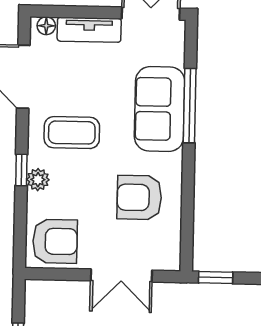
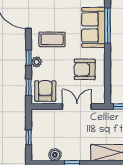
window: (20, 233) -> (29, 87), added
armchair: (55, 241) -> (45, 91), turned -90
double door: (121, 275) -> (77, 107), swing flipped

